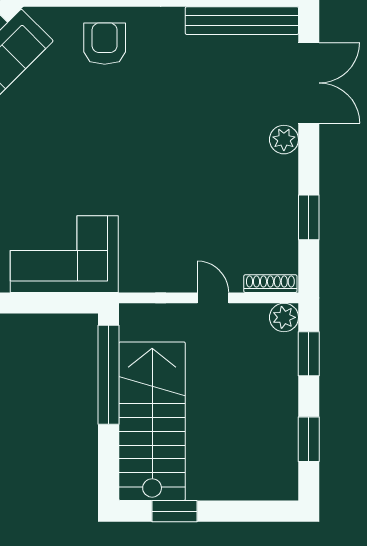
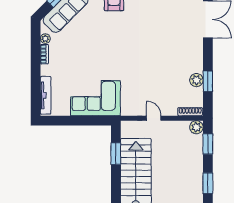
plant: (284, 140) -> (196, 80), moved
door: (213, 298) -> (154, 118), moved
window: (109, 375) -> (116, 154), width x0.47

